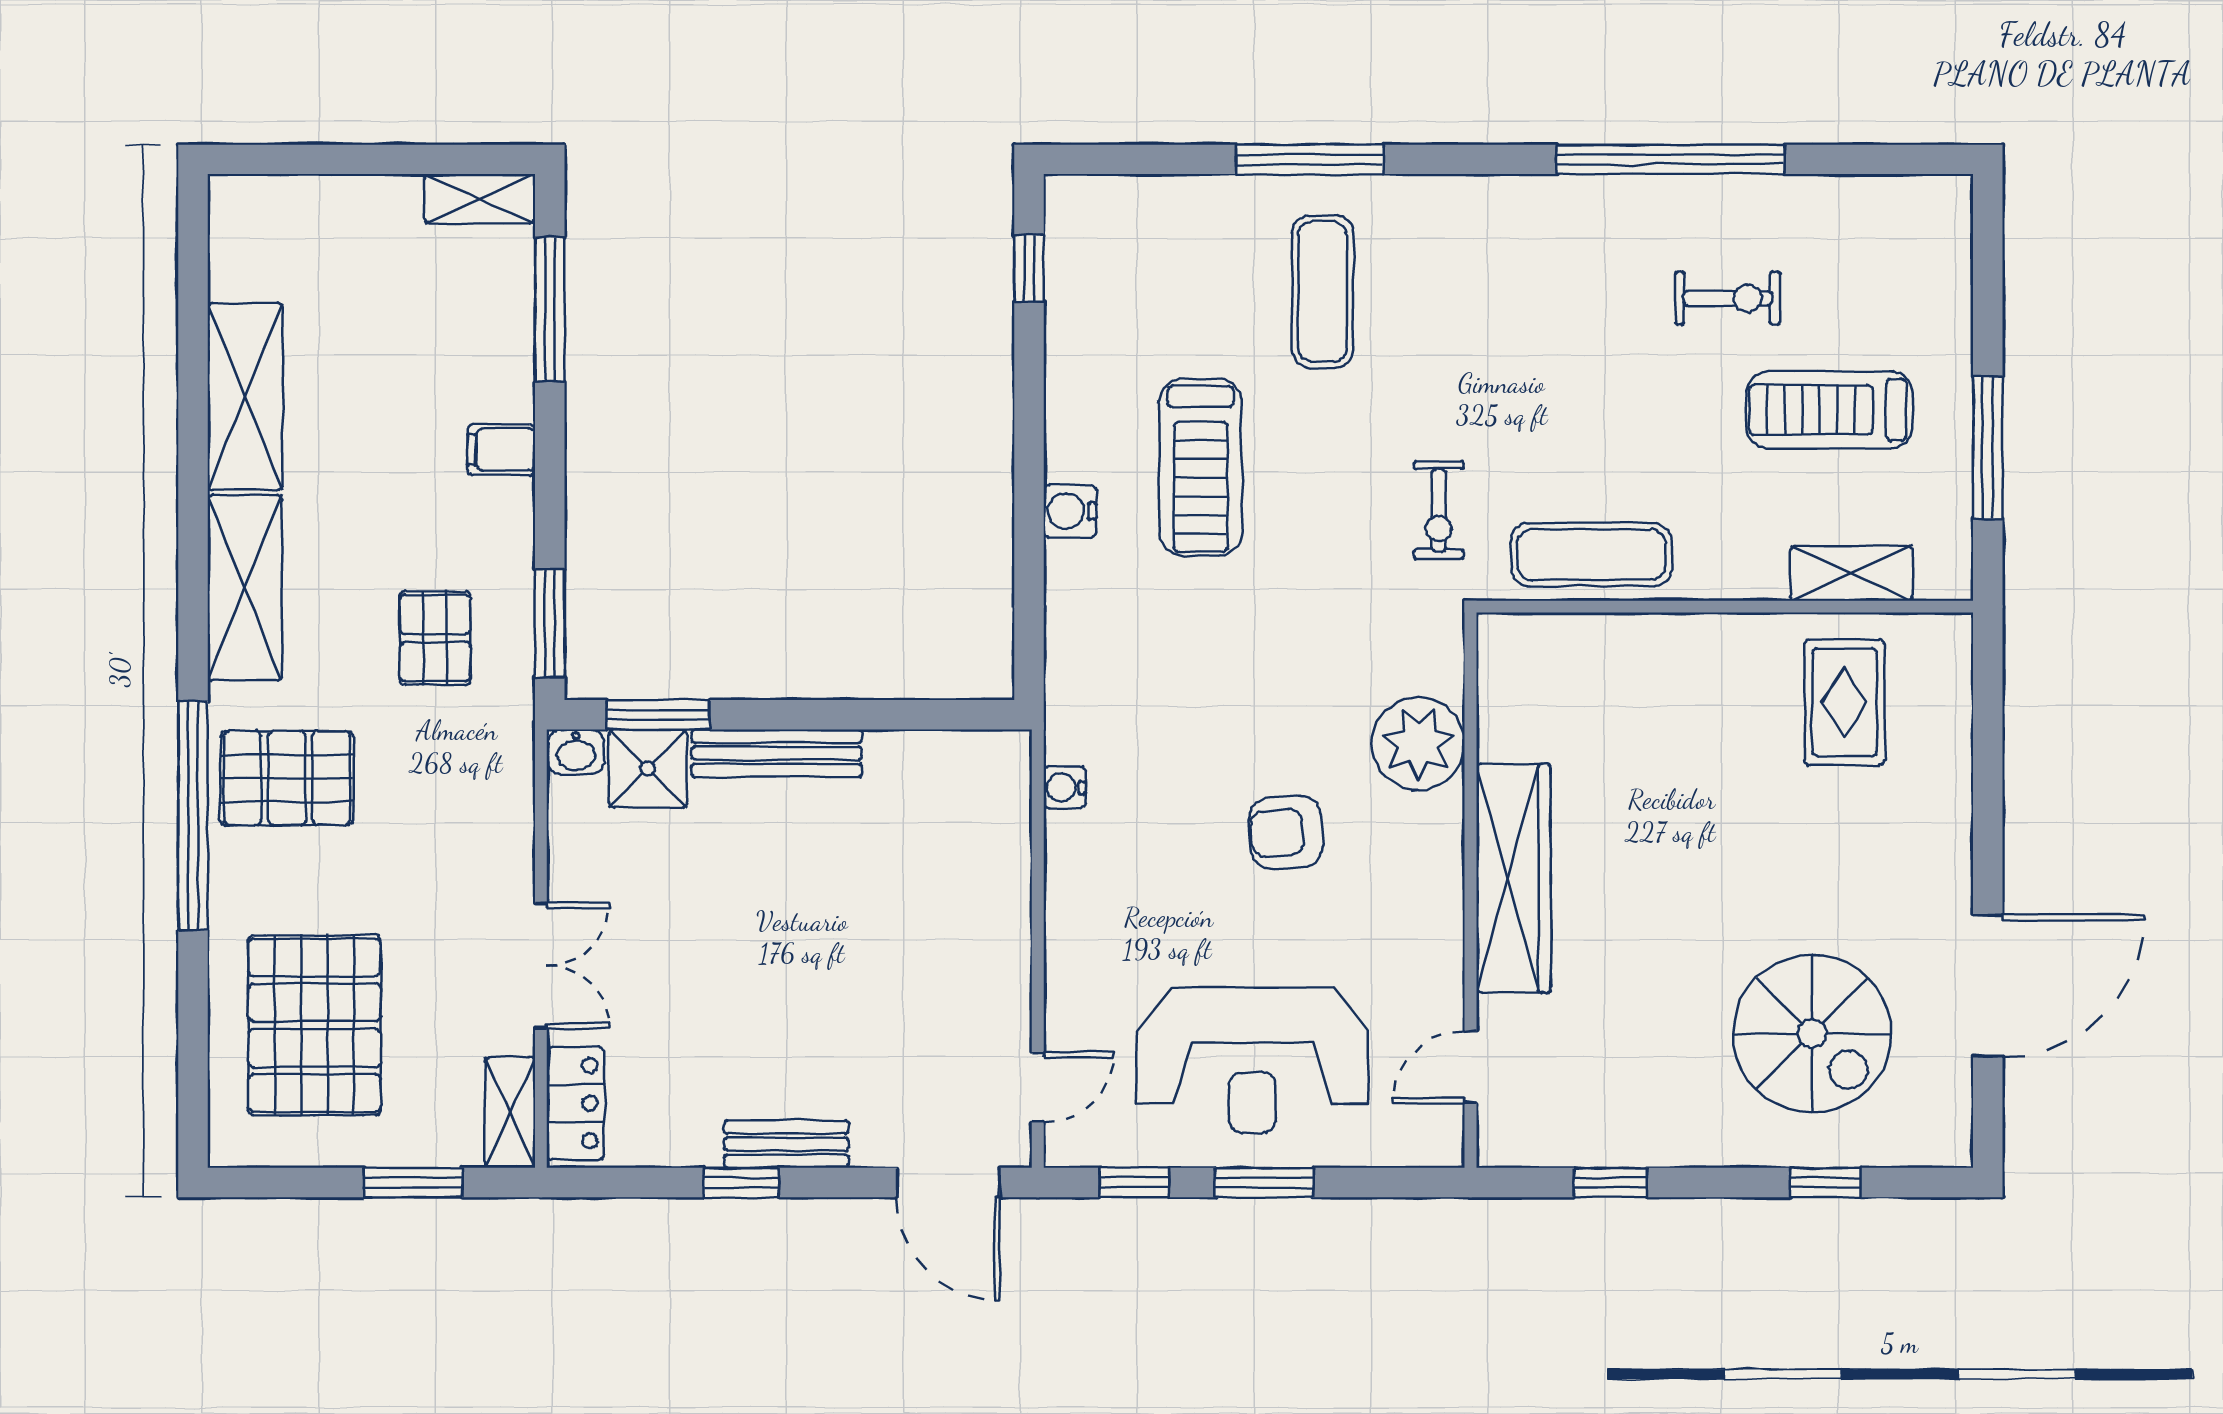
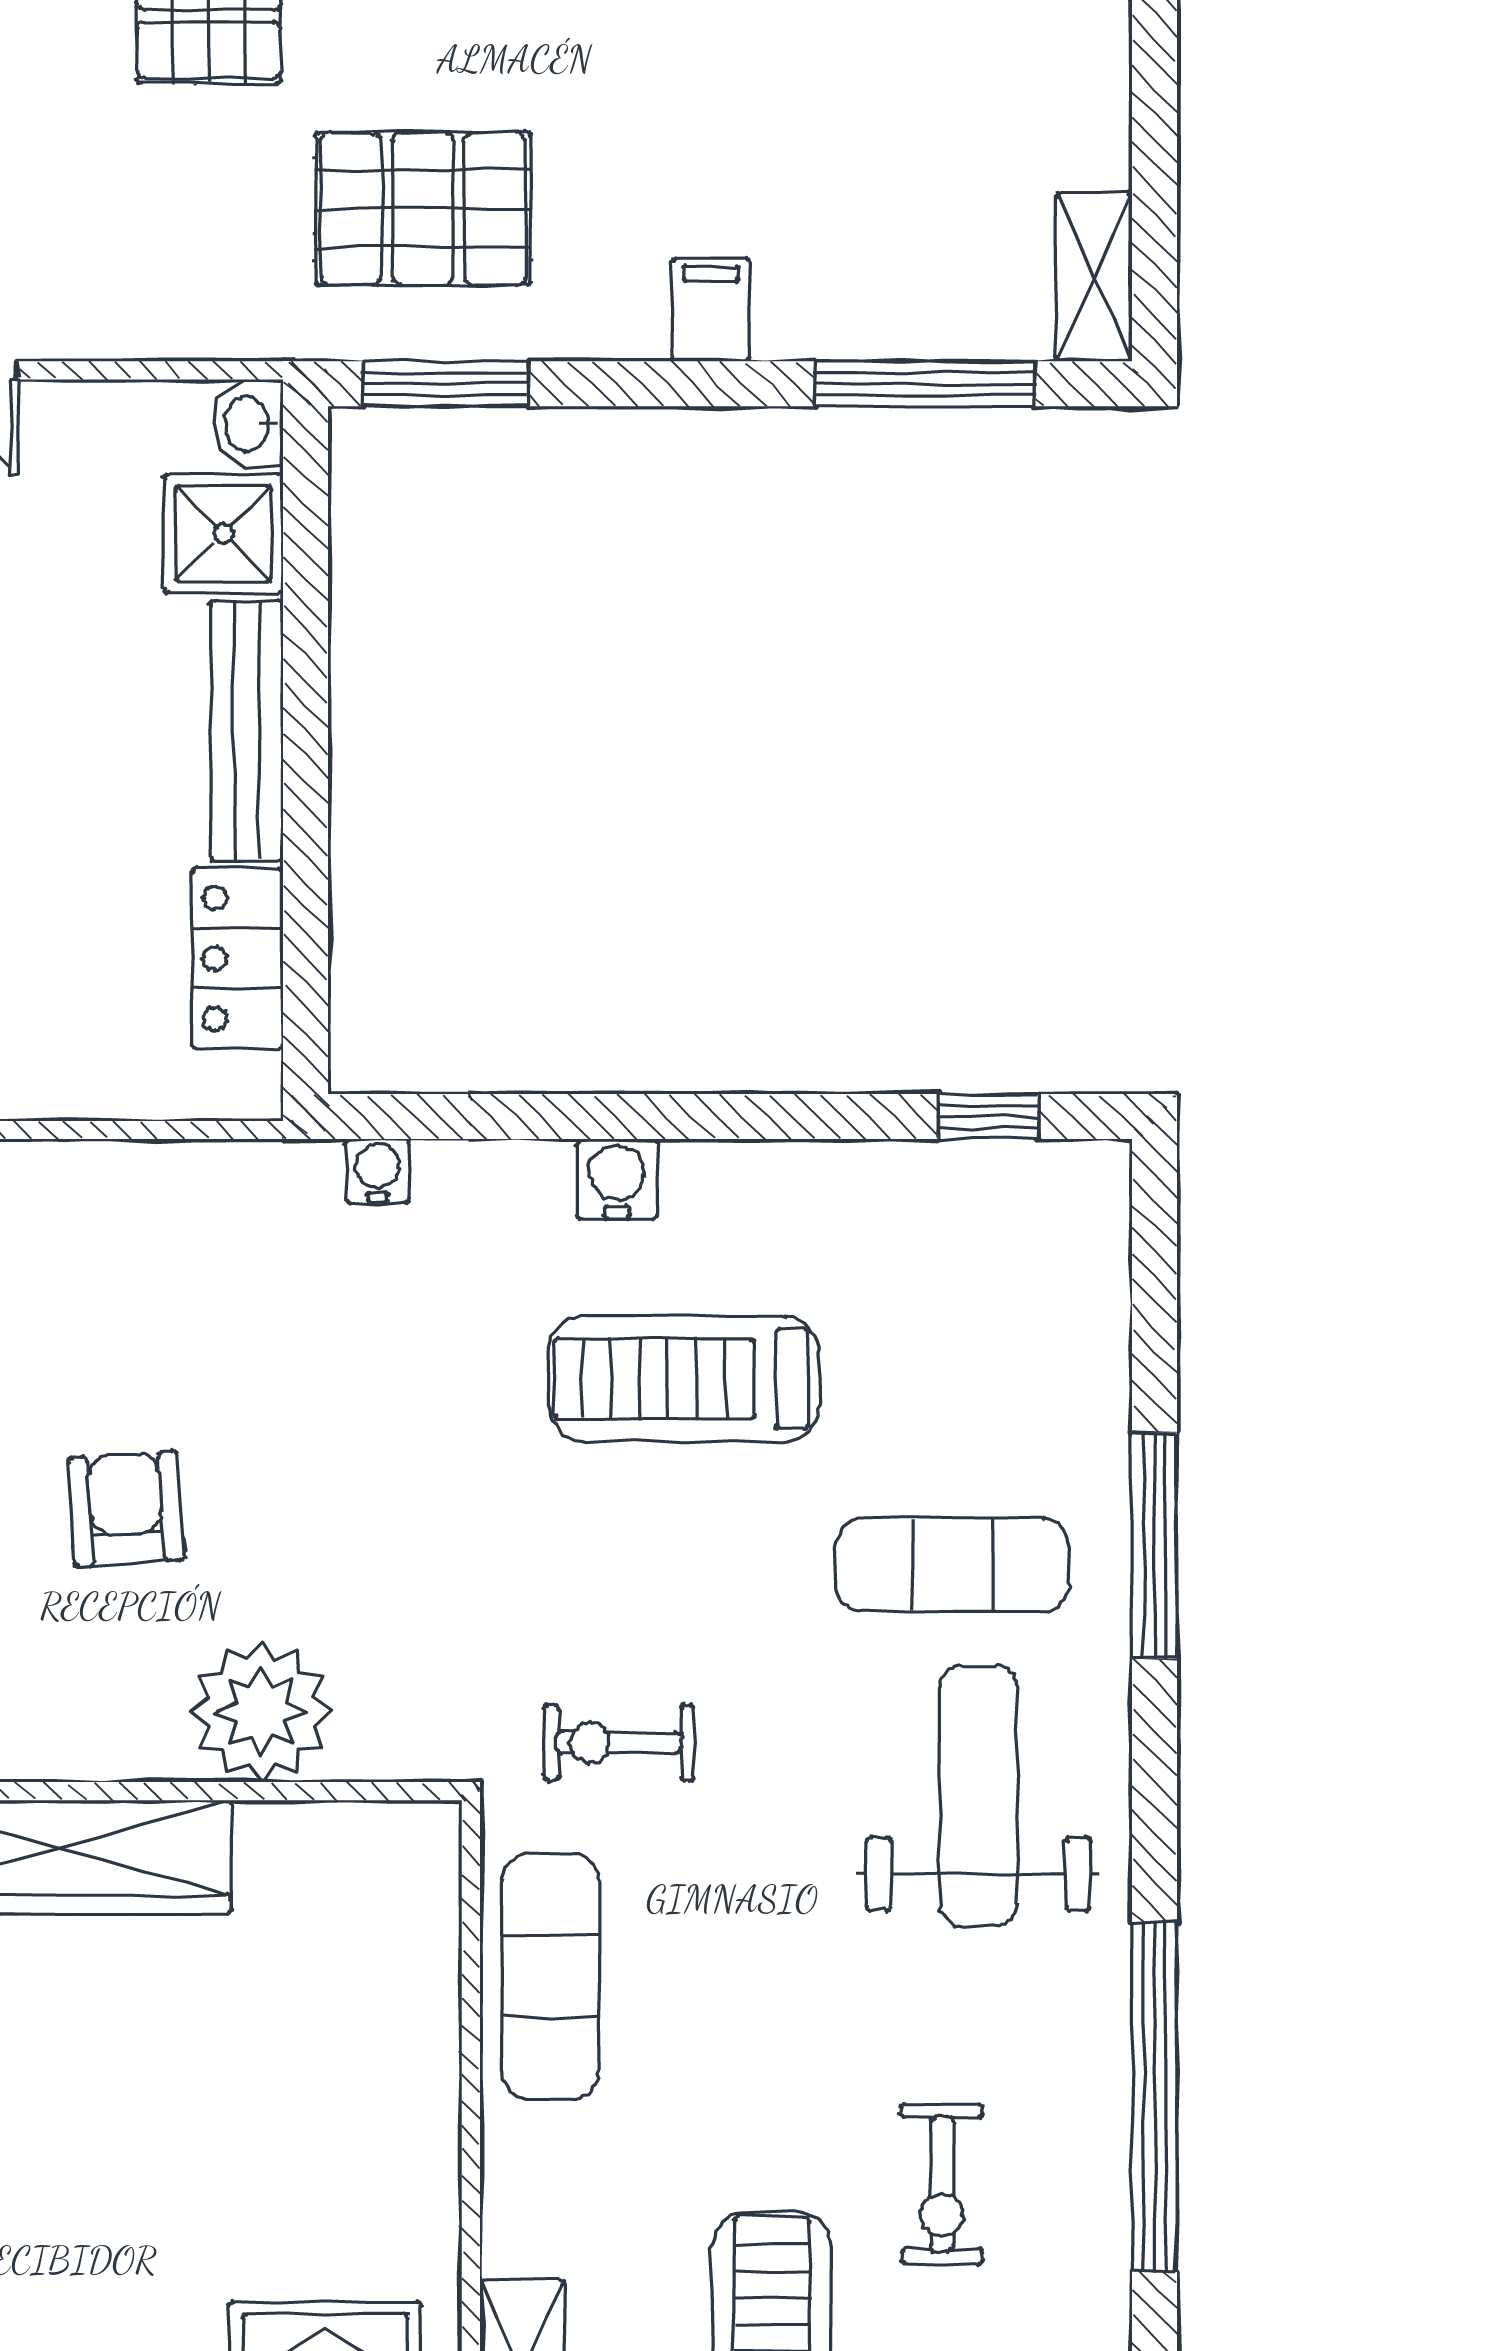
weight bench: (1473, 275) -> (978, 1796), added
pallet: (435, 638) -> (423, 209), width x1.50, depth x1.42
window: (658, 715) -> (306, 550), removed
locker: (926, 759) -> (238, 959), added
water cooler: (1065, 787) -> (377, 1171), moved

